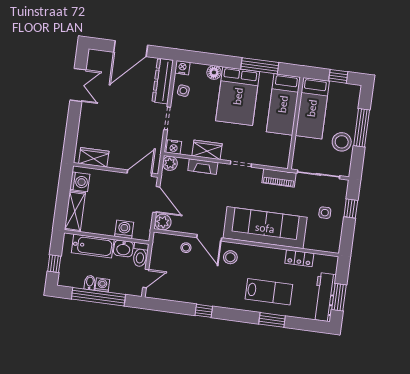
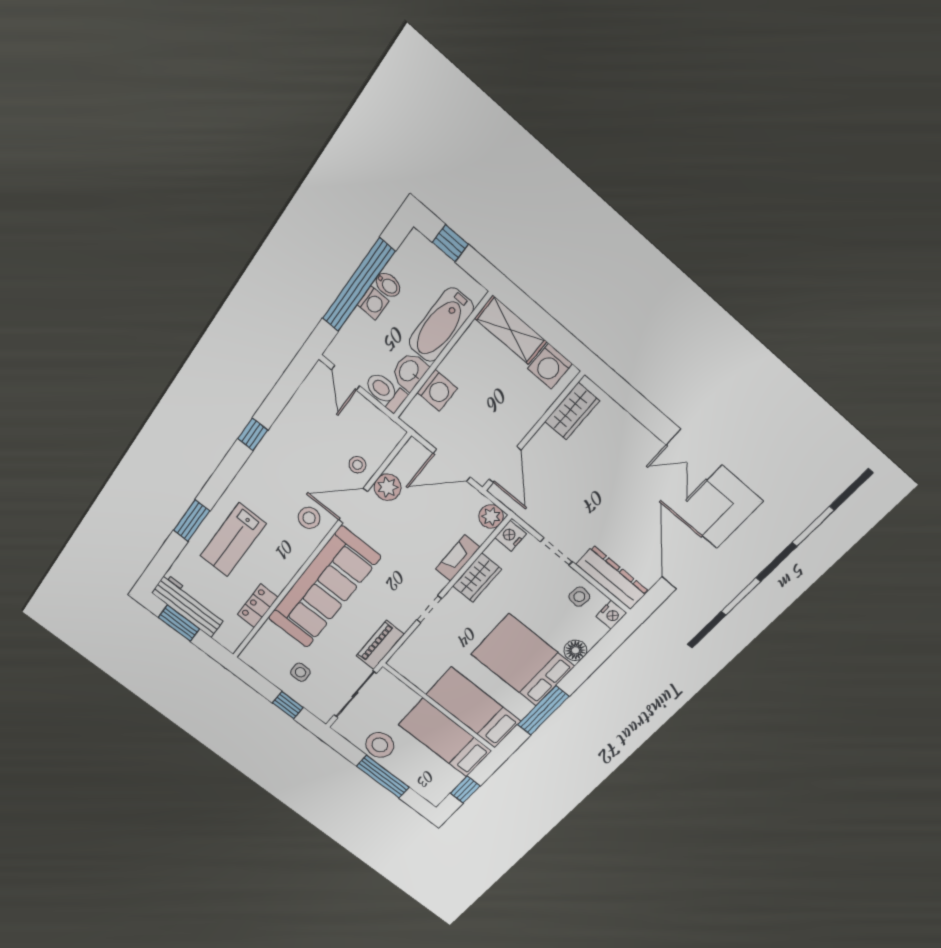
plant: (163, 222) -> (388, 487), moved

